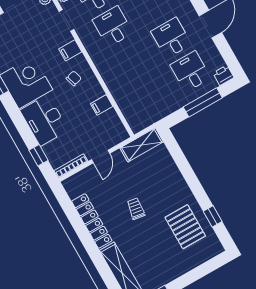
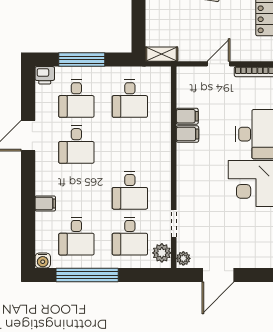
filing cabinet: (70, 50) -> (187, 134), moved
chair: (74, 78) -> (200, 160), removed
desk: (151, 94) -> (130, 99), added
shelving: (142, 145) -> (161, 54), width x0.67, depth x0.75

